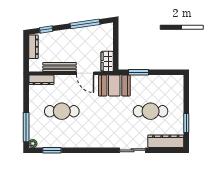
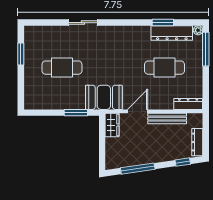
door: (85, 73) -> (137, 111), hinge flipped
dresser: (166, 141) -> (172, 33), moved
window: (52, 150) -> (163, 23), moved

